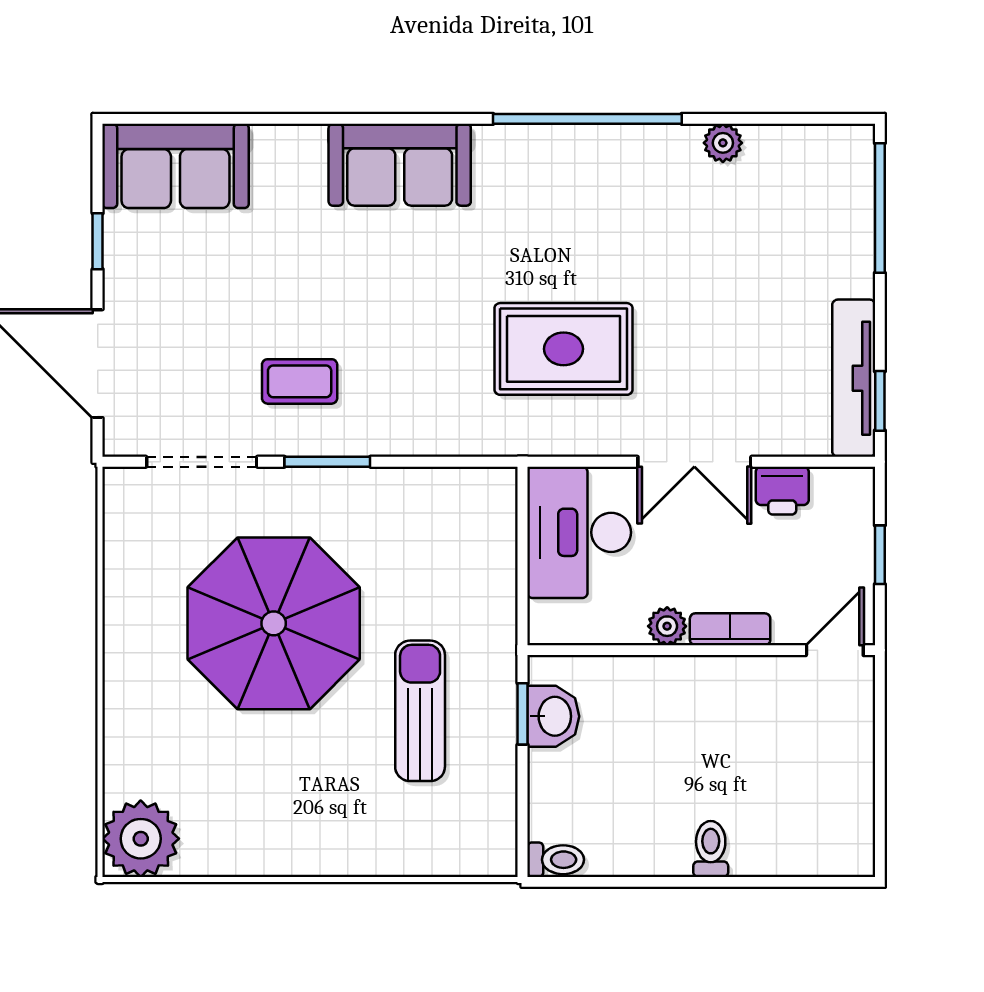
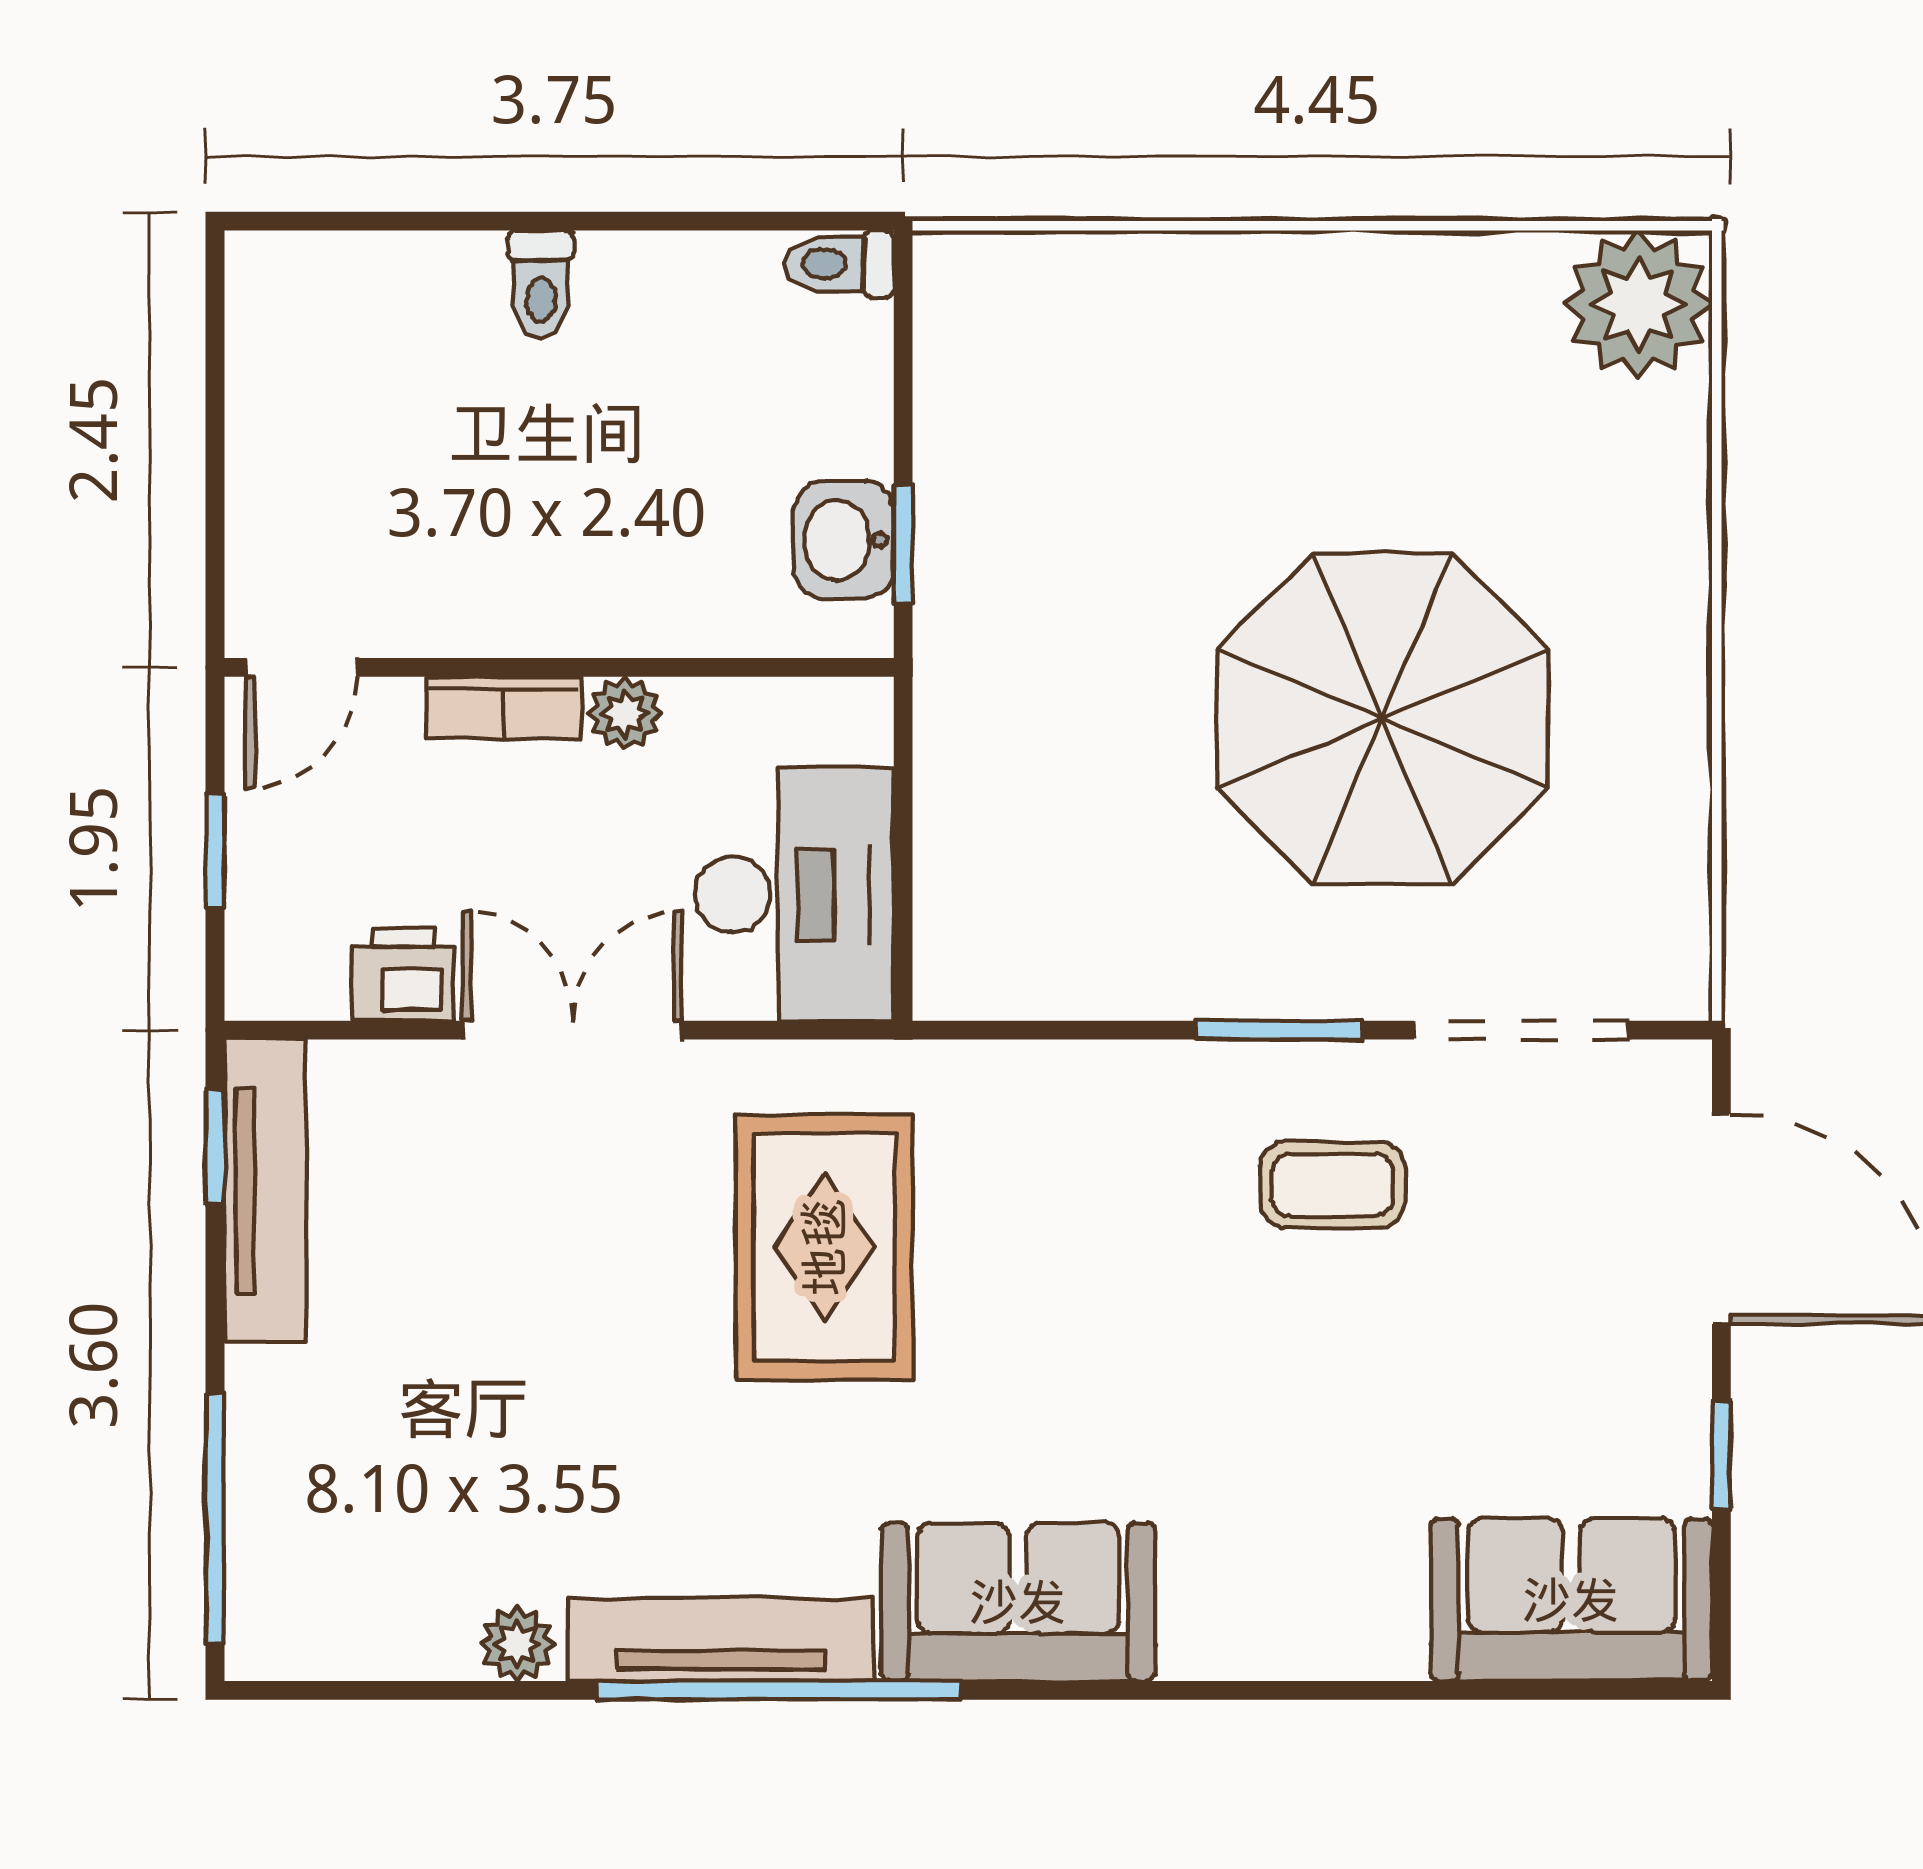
tv unit: (617, 145) -> (721, 1640), added
sofa: (400, 165) -> (1018, 1602), moved
rug: (564, 349) -> (824, 1247), turned 90
sun lounger: (420, 711) -> (1100, 550), removed

